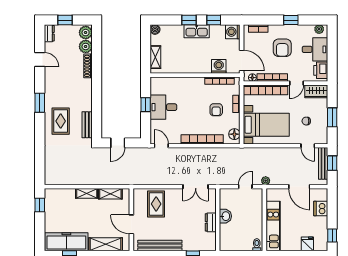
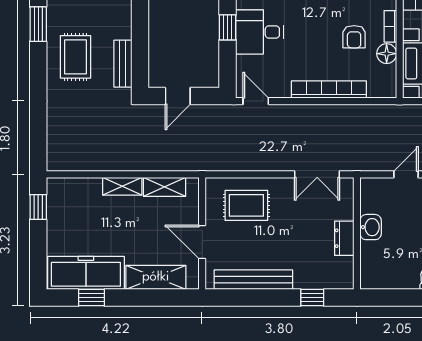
floor lamp: (234, 134) -> (387, 54), moved
rug: (156, 204) -> (246, 205), turned 90

